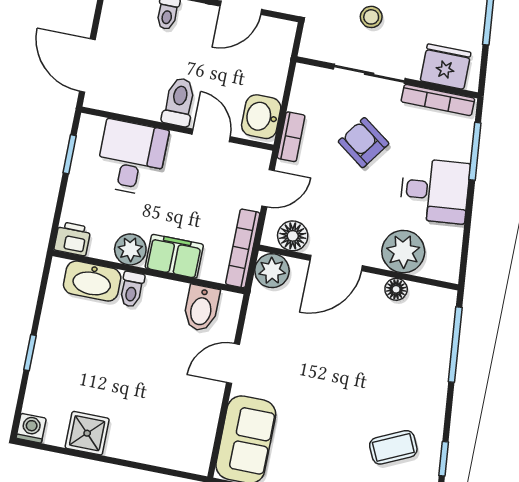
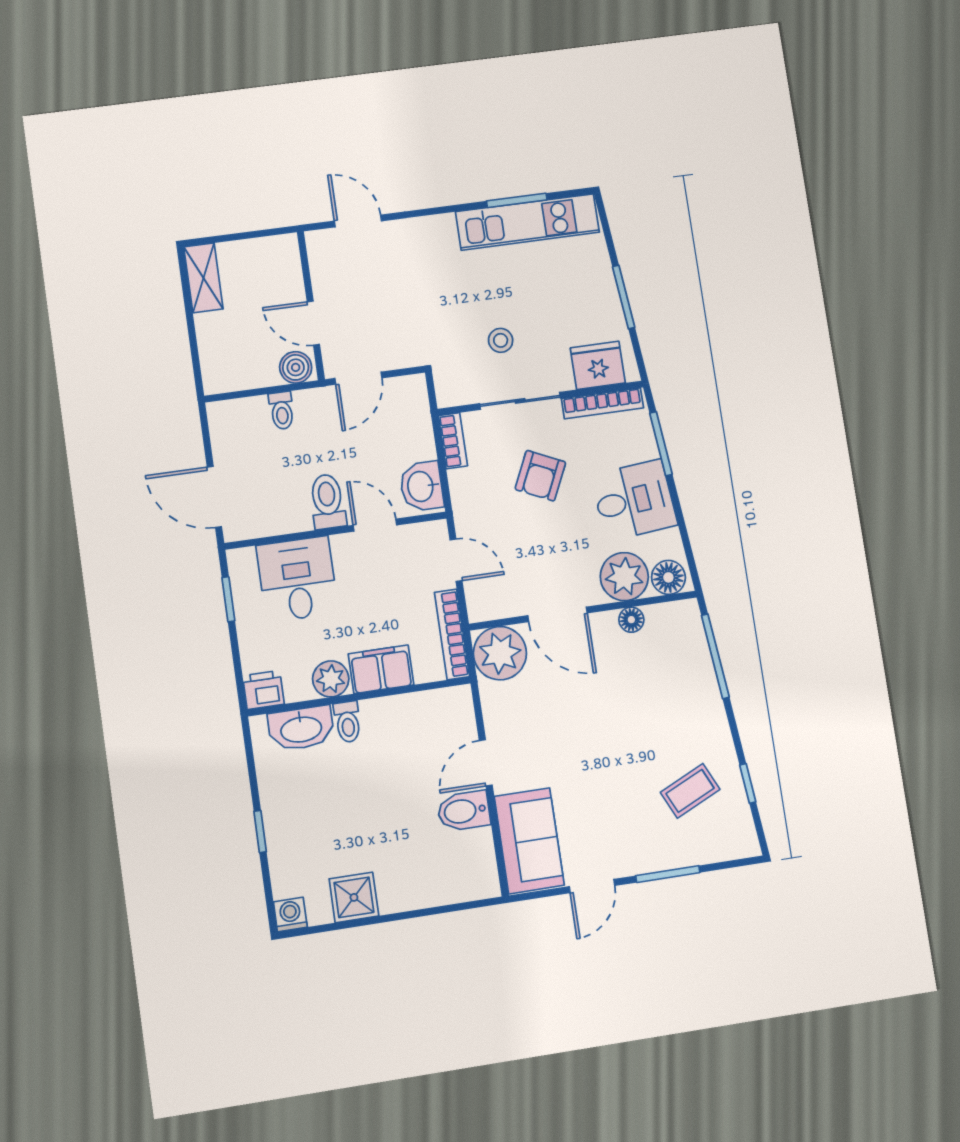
bookcase: (291, 137) -> (453, 441), moved
armchair: (364, 143) -> (540, 476), turned -101
door: (268, 188) -> (456, 560), hinge flipped
floor lamp: (293, 236) -> (668, 577), moved
door: (336, 263) -> (558, 614), hinge flipped
plant: (272, 271) -> (500, 653), width x1.36, depth x1.36
bidet: (201, 308) -> (464, 811), moved, turned 90

